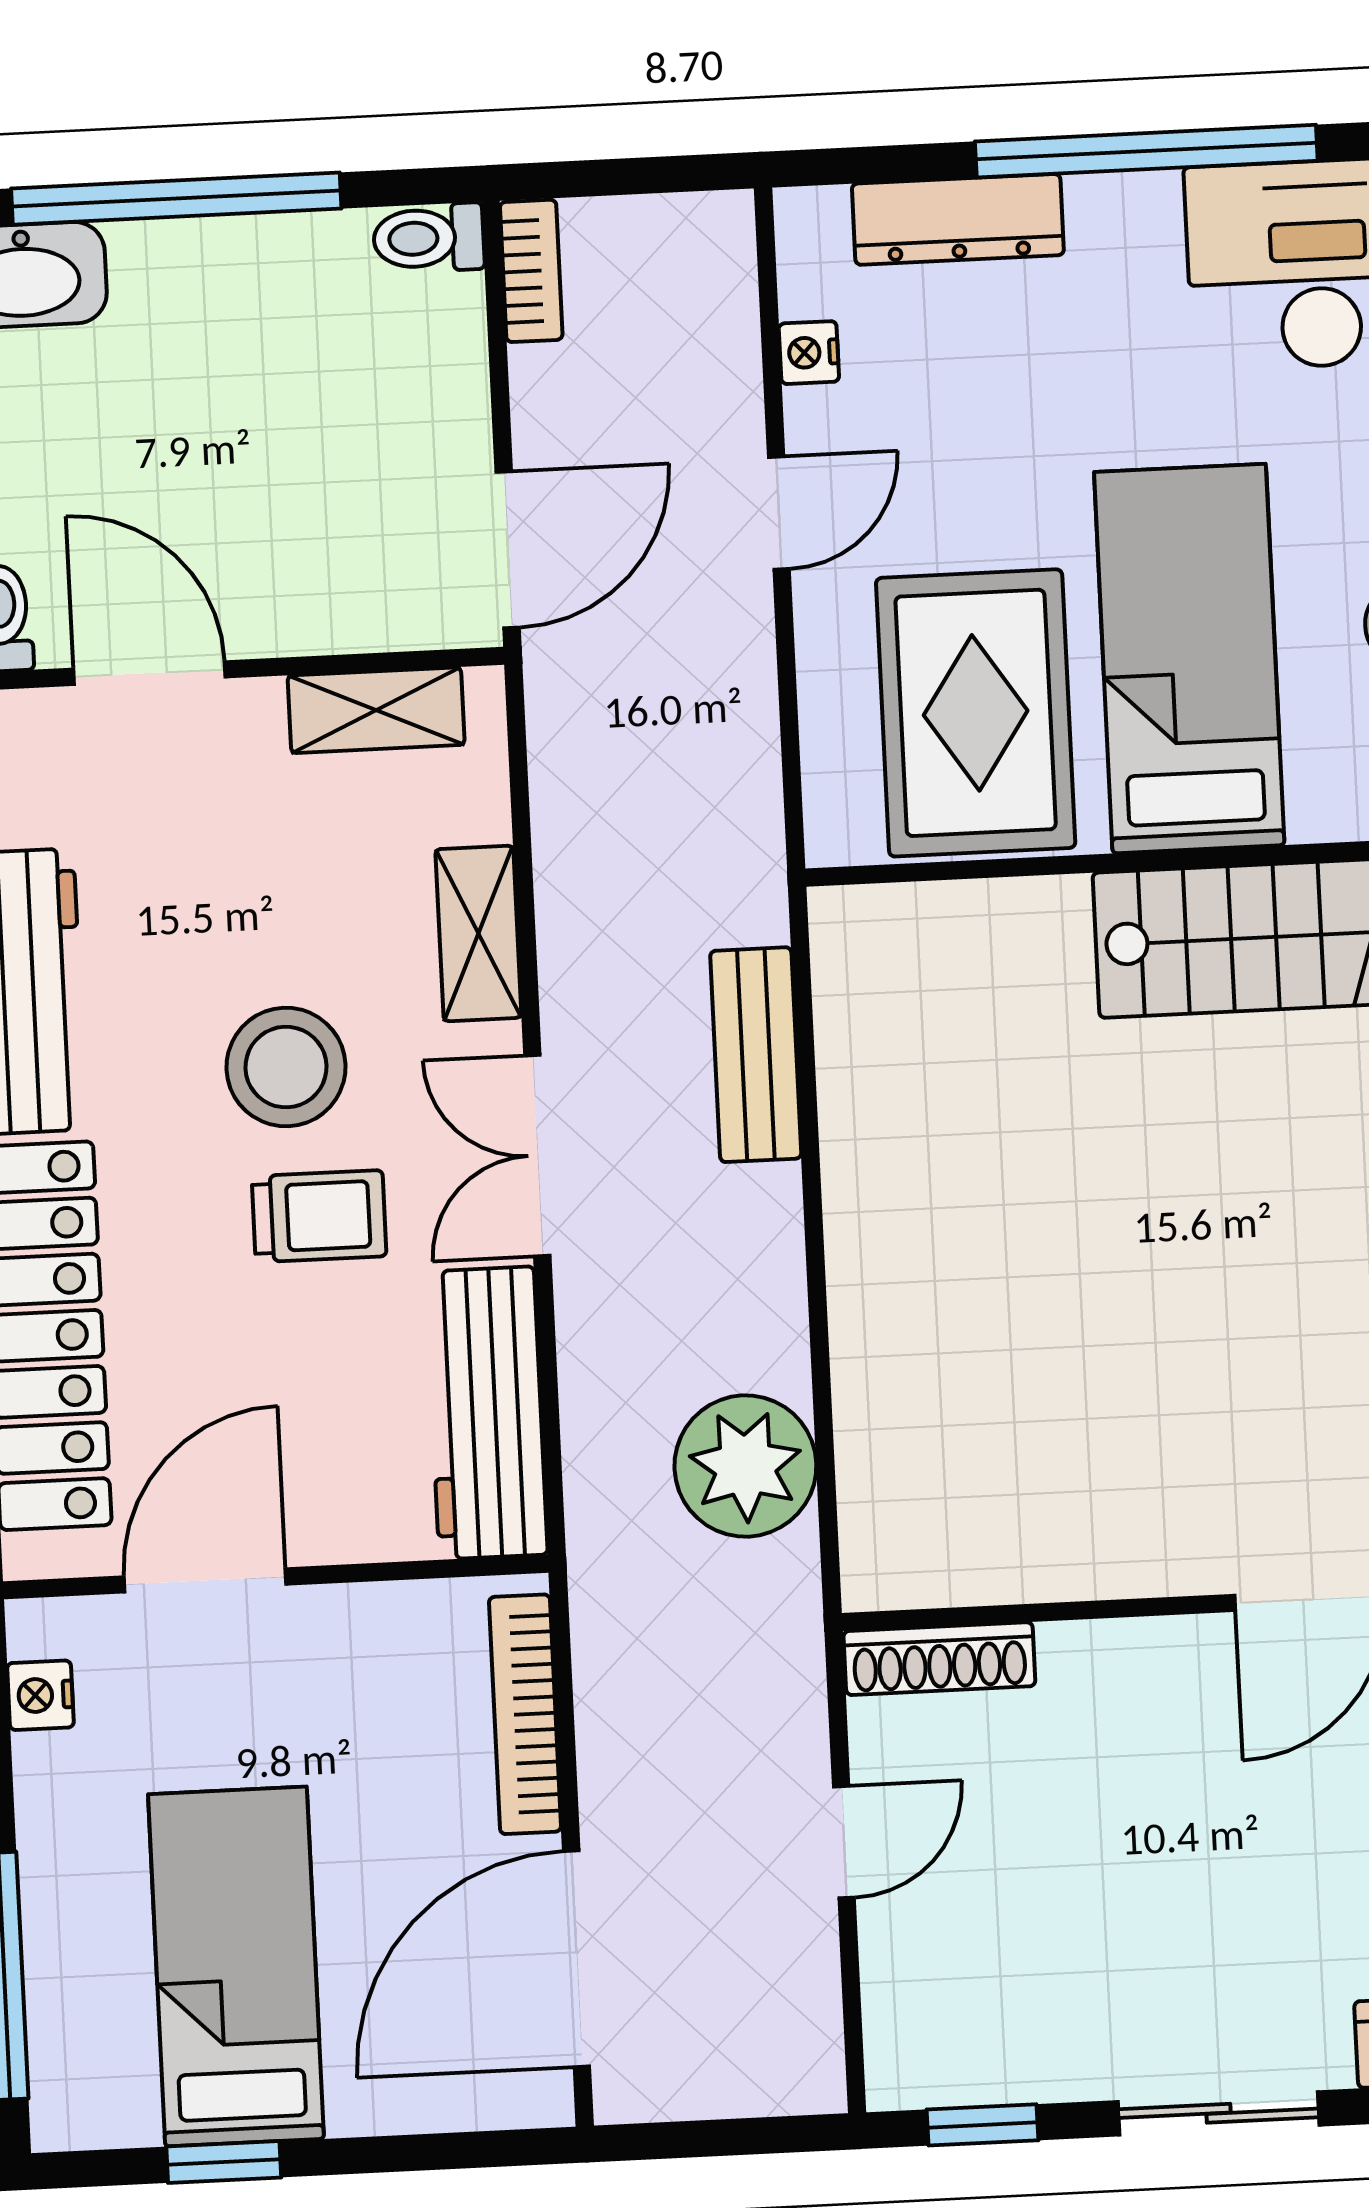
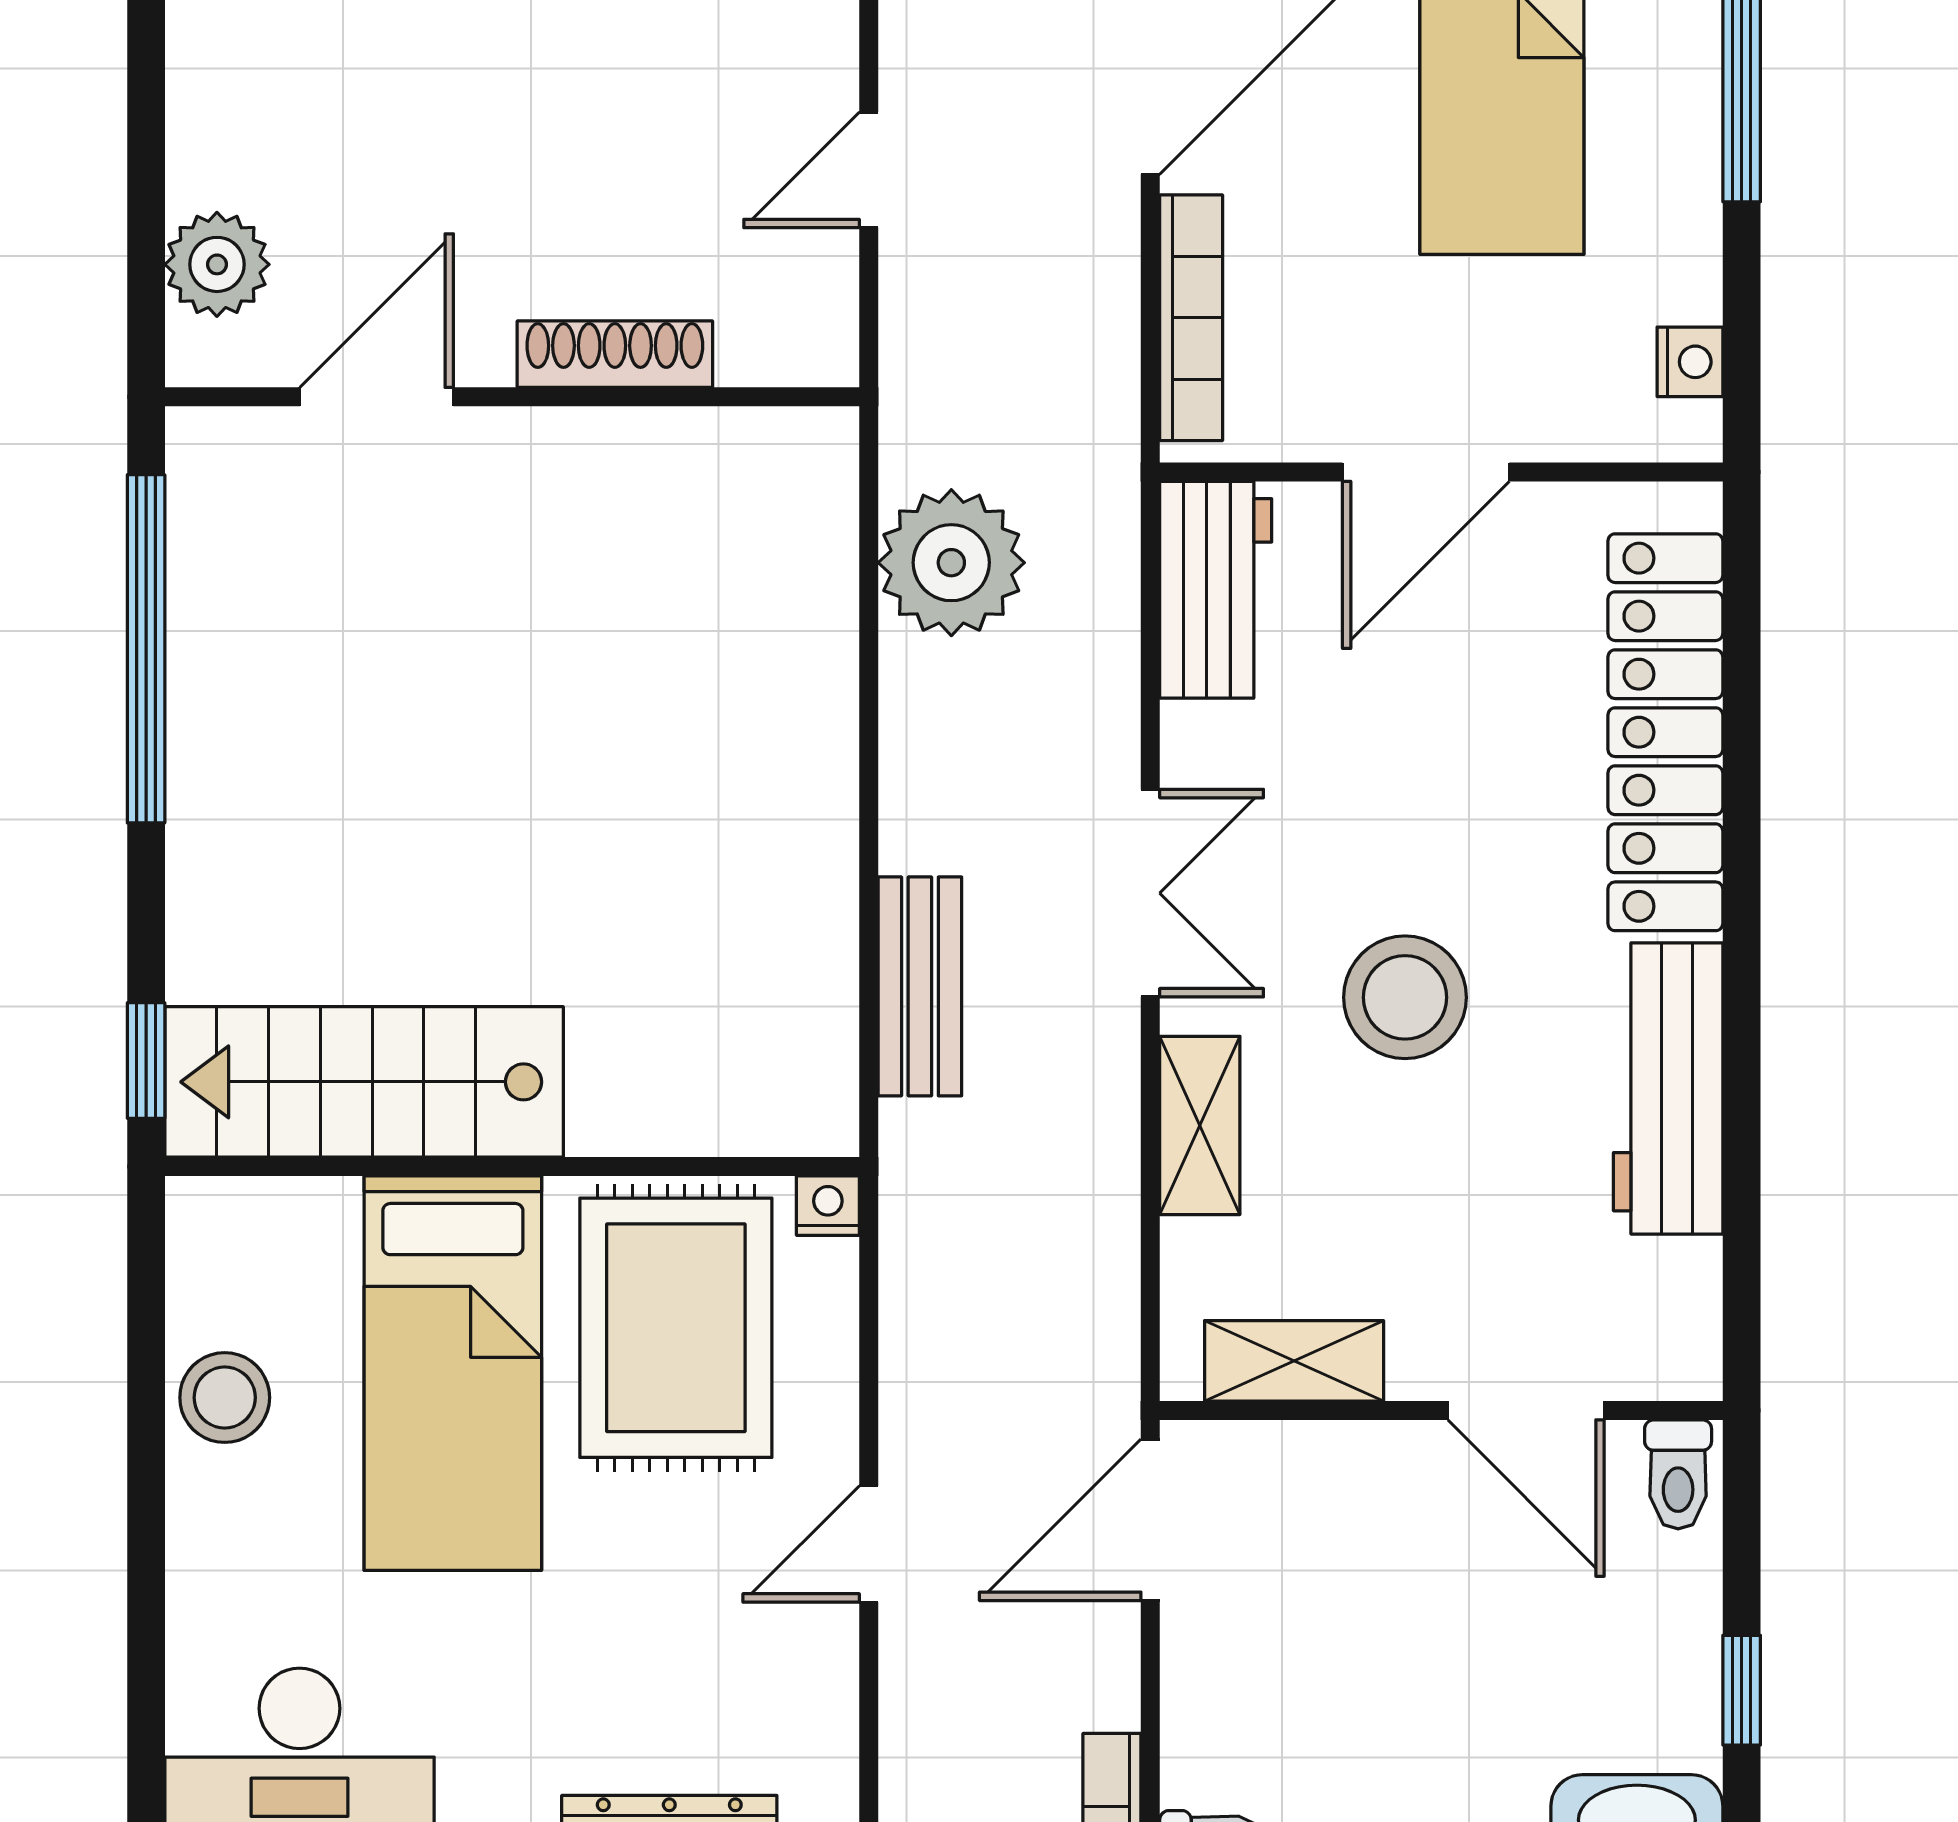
nightstand: (809, 353) -> (828, 1206), moved, turned -90
trolley: (319, 1216) -> (1378, 842), removed
workbench: (486, 1413) -> (1216, 590), width x0.73
door: (205, 1580) -> (1426, 472), moved
shoe rack: (939, 1659) -> (615, 354), moved

